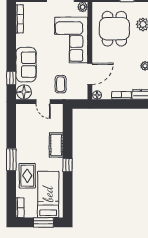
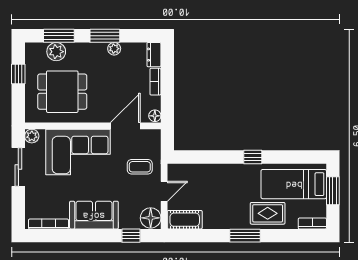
sofa: (26, 65) -> (94, 215), moved
door: (90, 74) -> (125, 126), hinge flipped
cot: (56, 145) -> (185, 220), moved

